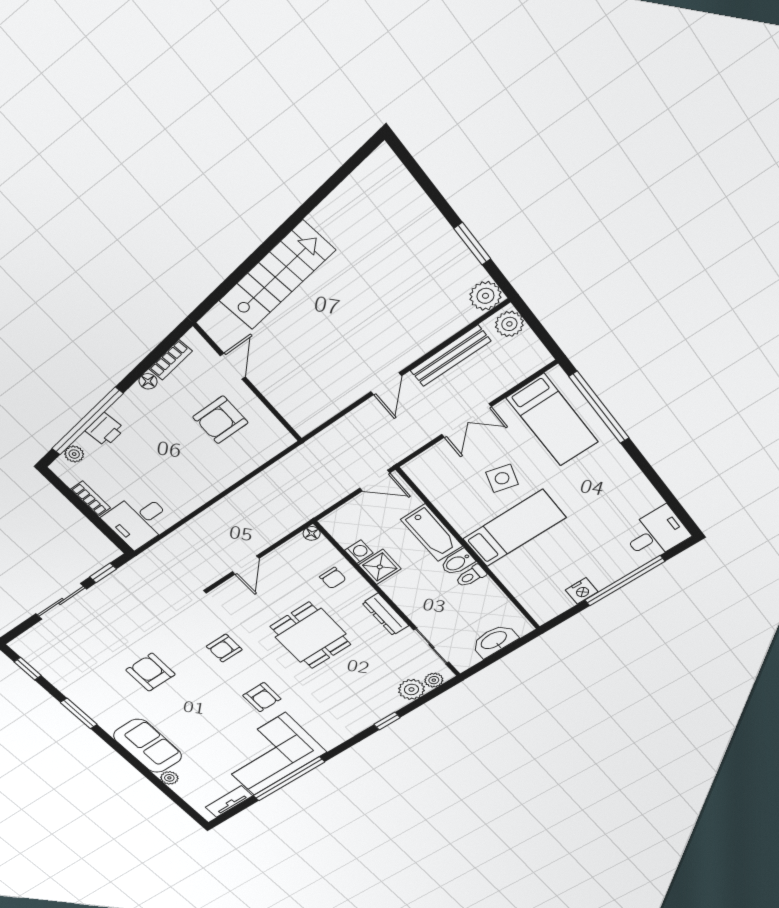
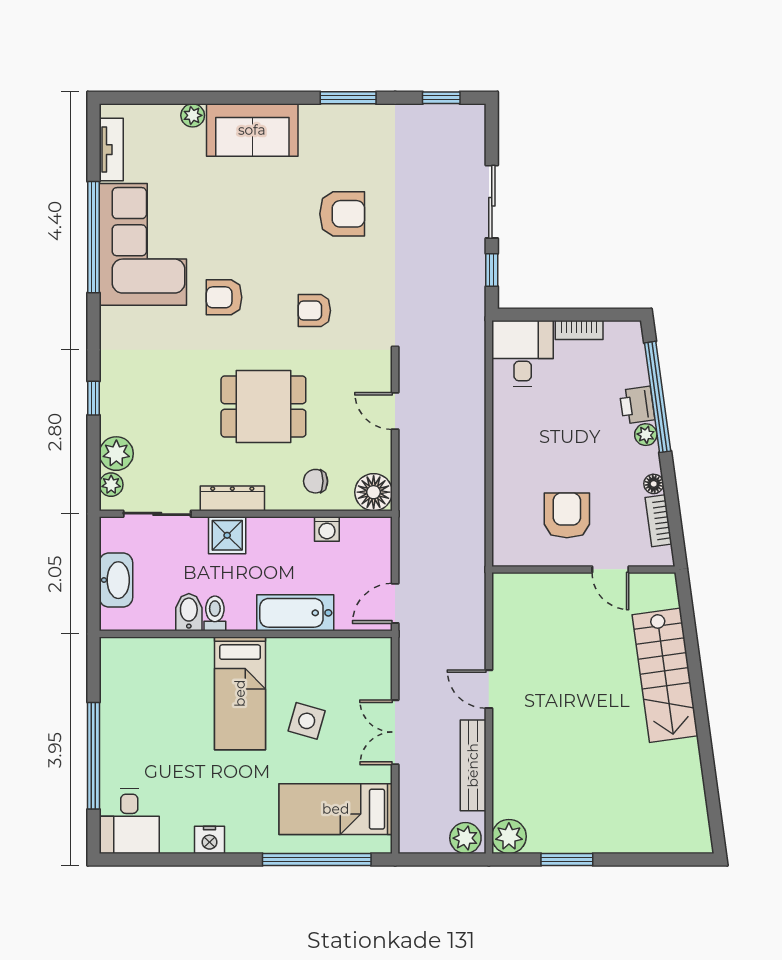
plant: (74, 454) -> (646, 435), moved
floor lamp: (312, 533) -> (374, 492), width x1.89, depth x1.89
bidet: (457, 562) -> (189, 612), moved
shower: (380, 567) -> (227, 535), moved
nightstand: (582, 591) -> (209, 840), moved, turned -90
armchair: (224, 648) -> (314, 311), turned -90

